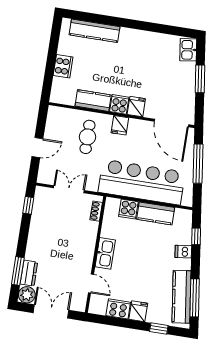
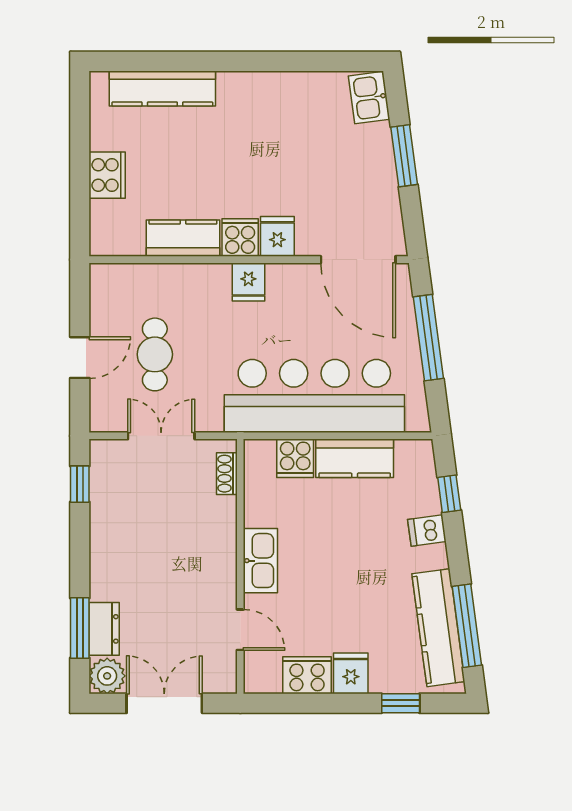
cafe table: (88, 137) -> (155, 354), moved

